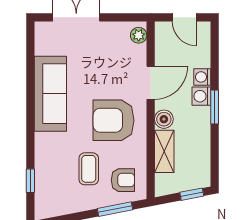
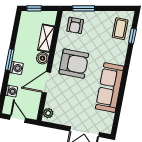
washing machine: (202, 77) -> (11, 91), moved
coffee table: (89, 169) -> (120, 29), moved
armchair: (123, 180) -> (75, 25), turned -90

